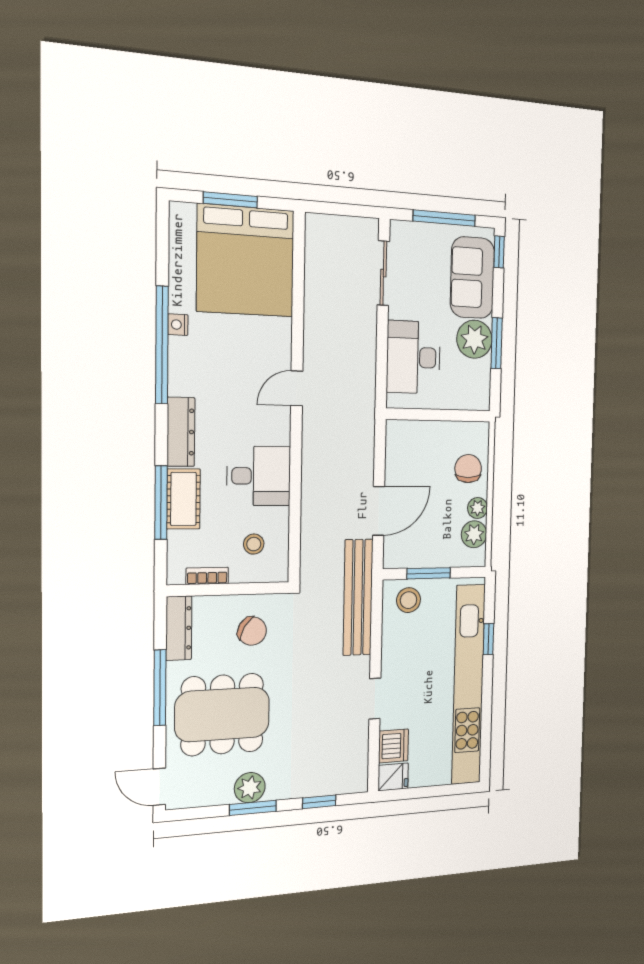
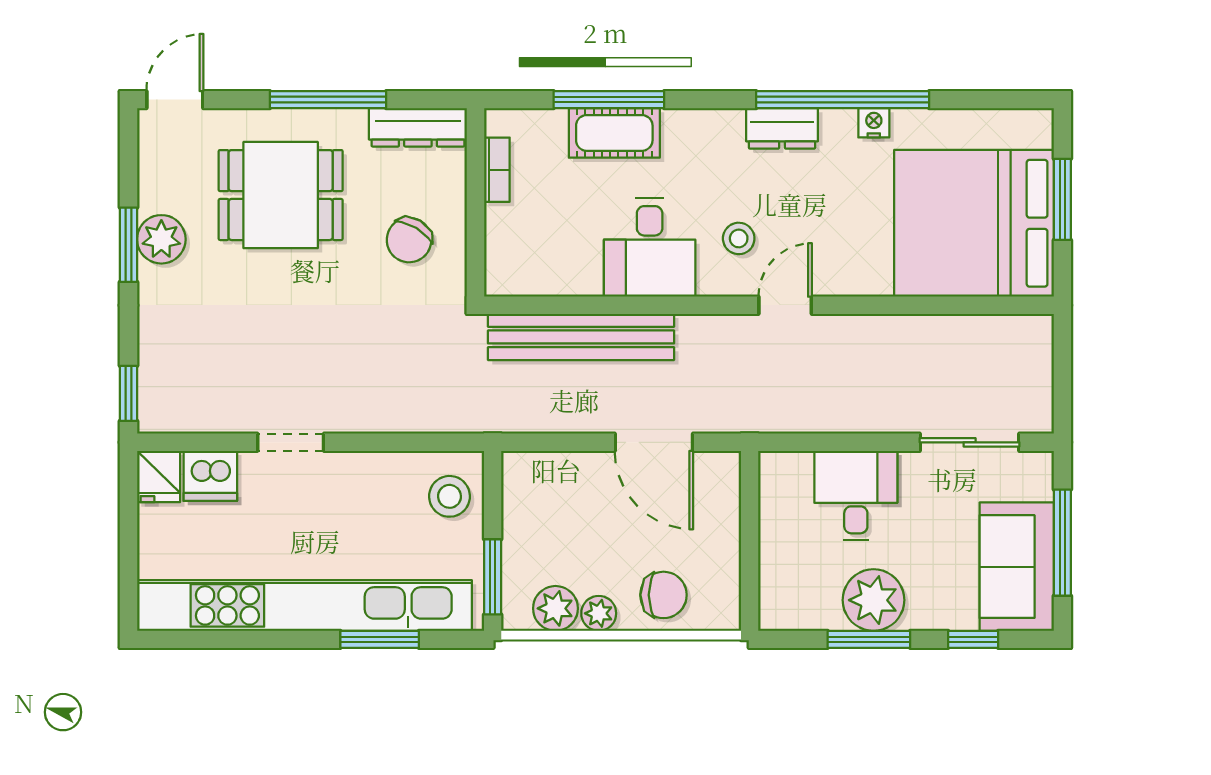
window: (499, 252) -> (973, 639), moved
sofa: (472, 278) -> (1017, 567), moved, turned -90
desk: (413, 357) -> (856, 496), width x0.73
door: (297, 388) -> (785, 305), hinge flipped
dresser: (181, 432) -> (782, 128), moved, width x0.70
door: (379, 511) -> (654, 442), moved
stool: (254, 544) -> (739, 238), moved
window: (429, 573) -> (493, 577), moved
bench: (358, 597) -> (581, 337), moved
window: (488, 639) -> (380, 639), width x1.50
dining table: (222, 714) -> (281, 195), width x0.73
window: (319, 802) -> (128, 393), moved

